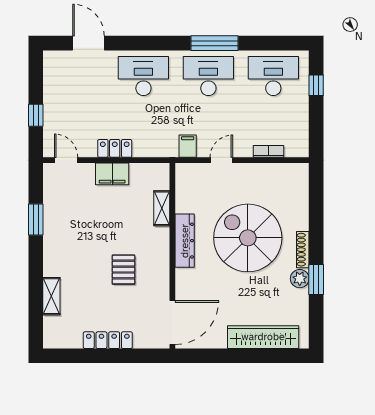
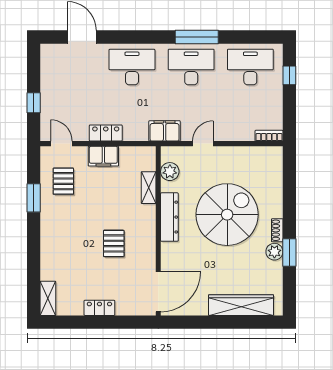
filing cabinet: (188, 146) -> (165, 131), width x2.00
bookcase: (269, 151) -> (269, 136), moved
plant: (185, 191) -> (170, 172), added
pallet: (68, 201) -> (63, 181), added
spiral stairs: (248, 238) -> (227, 215), turned 90
shoe rack: (303, 250) -> (277, 230), width x0.70
shelving: (51, 296) -> (48, 298), moved
locker: (108, 340) -> (99, 308), width x0.66

